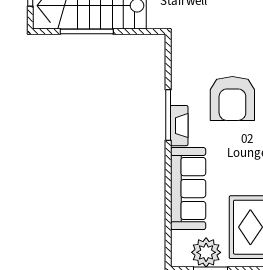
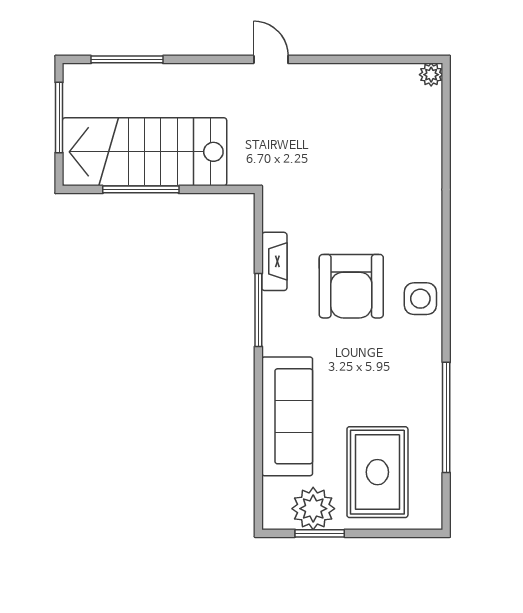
fireplace: (179, 126) -> (274, 261), moved

